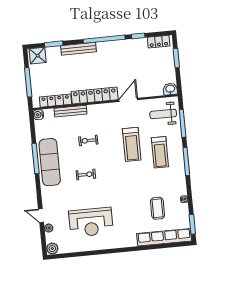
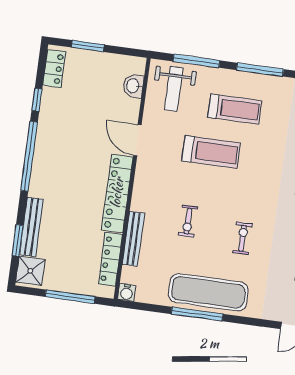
bench: (78, 49) -> (31, 227), moved
washbasin: (170, 89) -> (133, 86), moved

